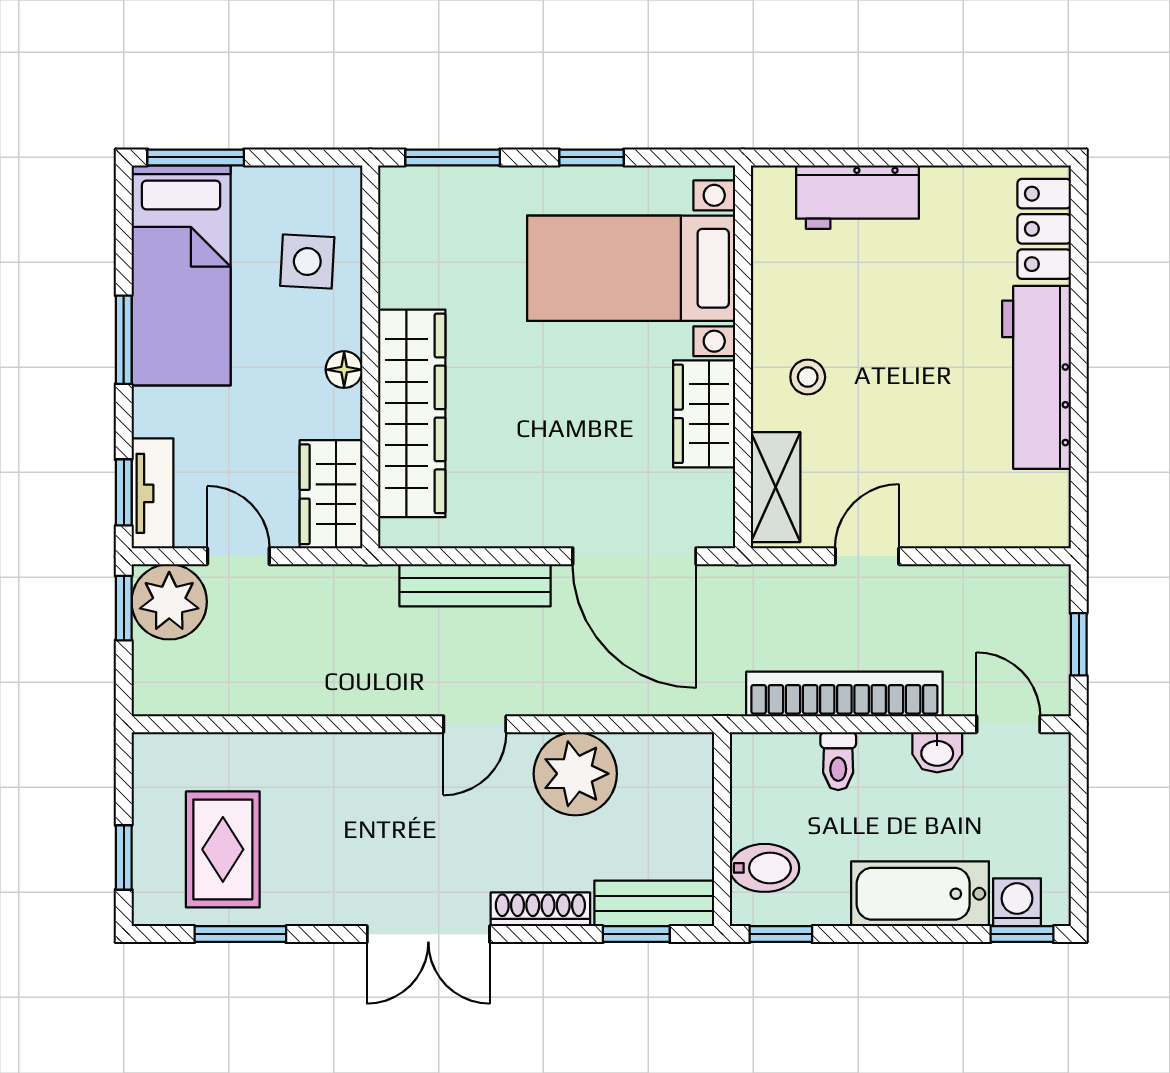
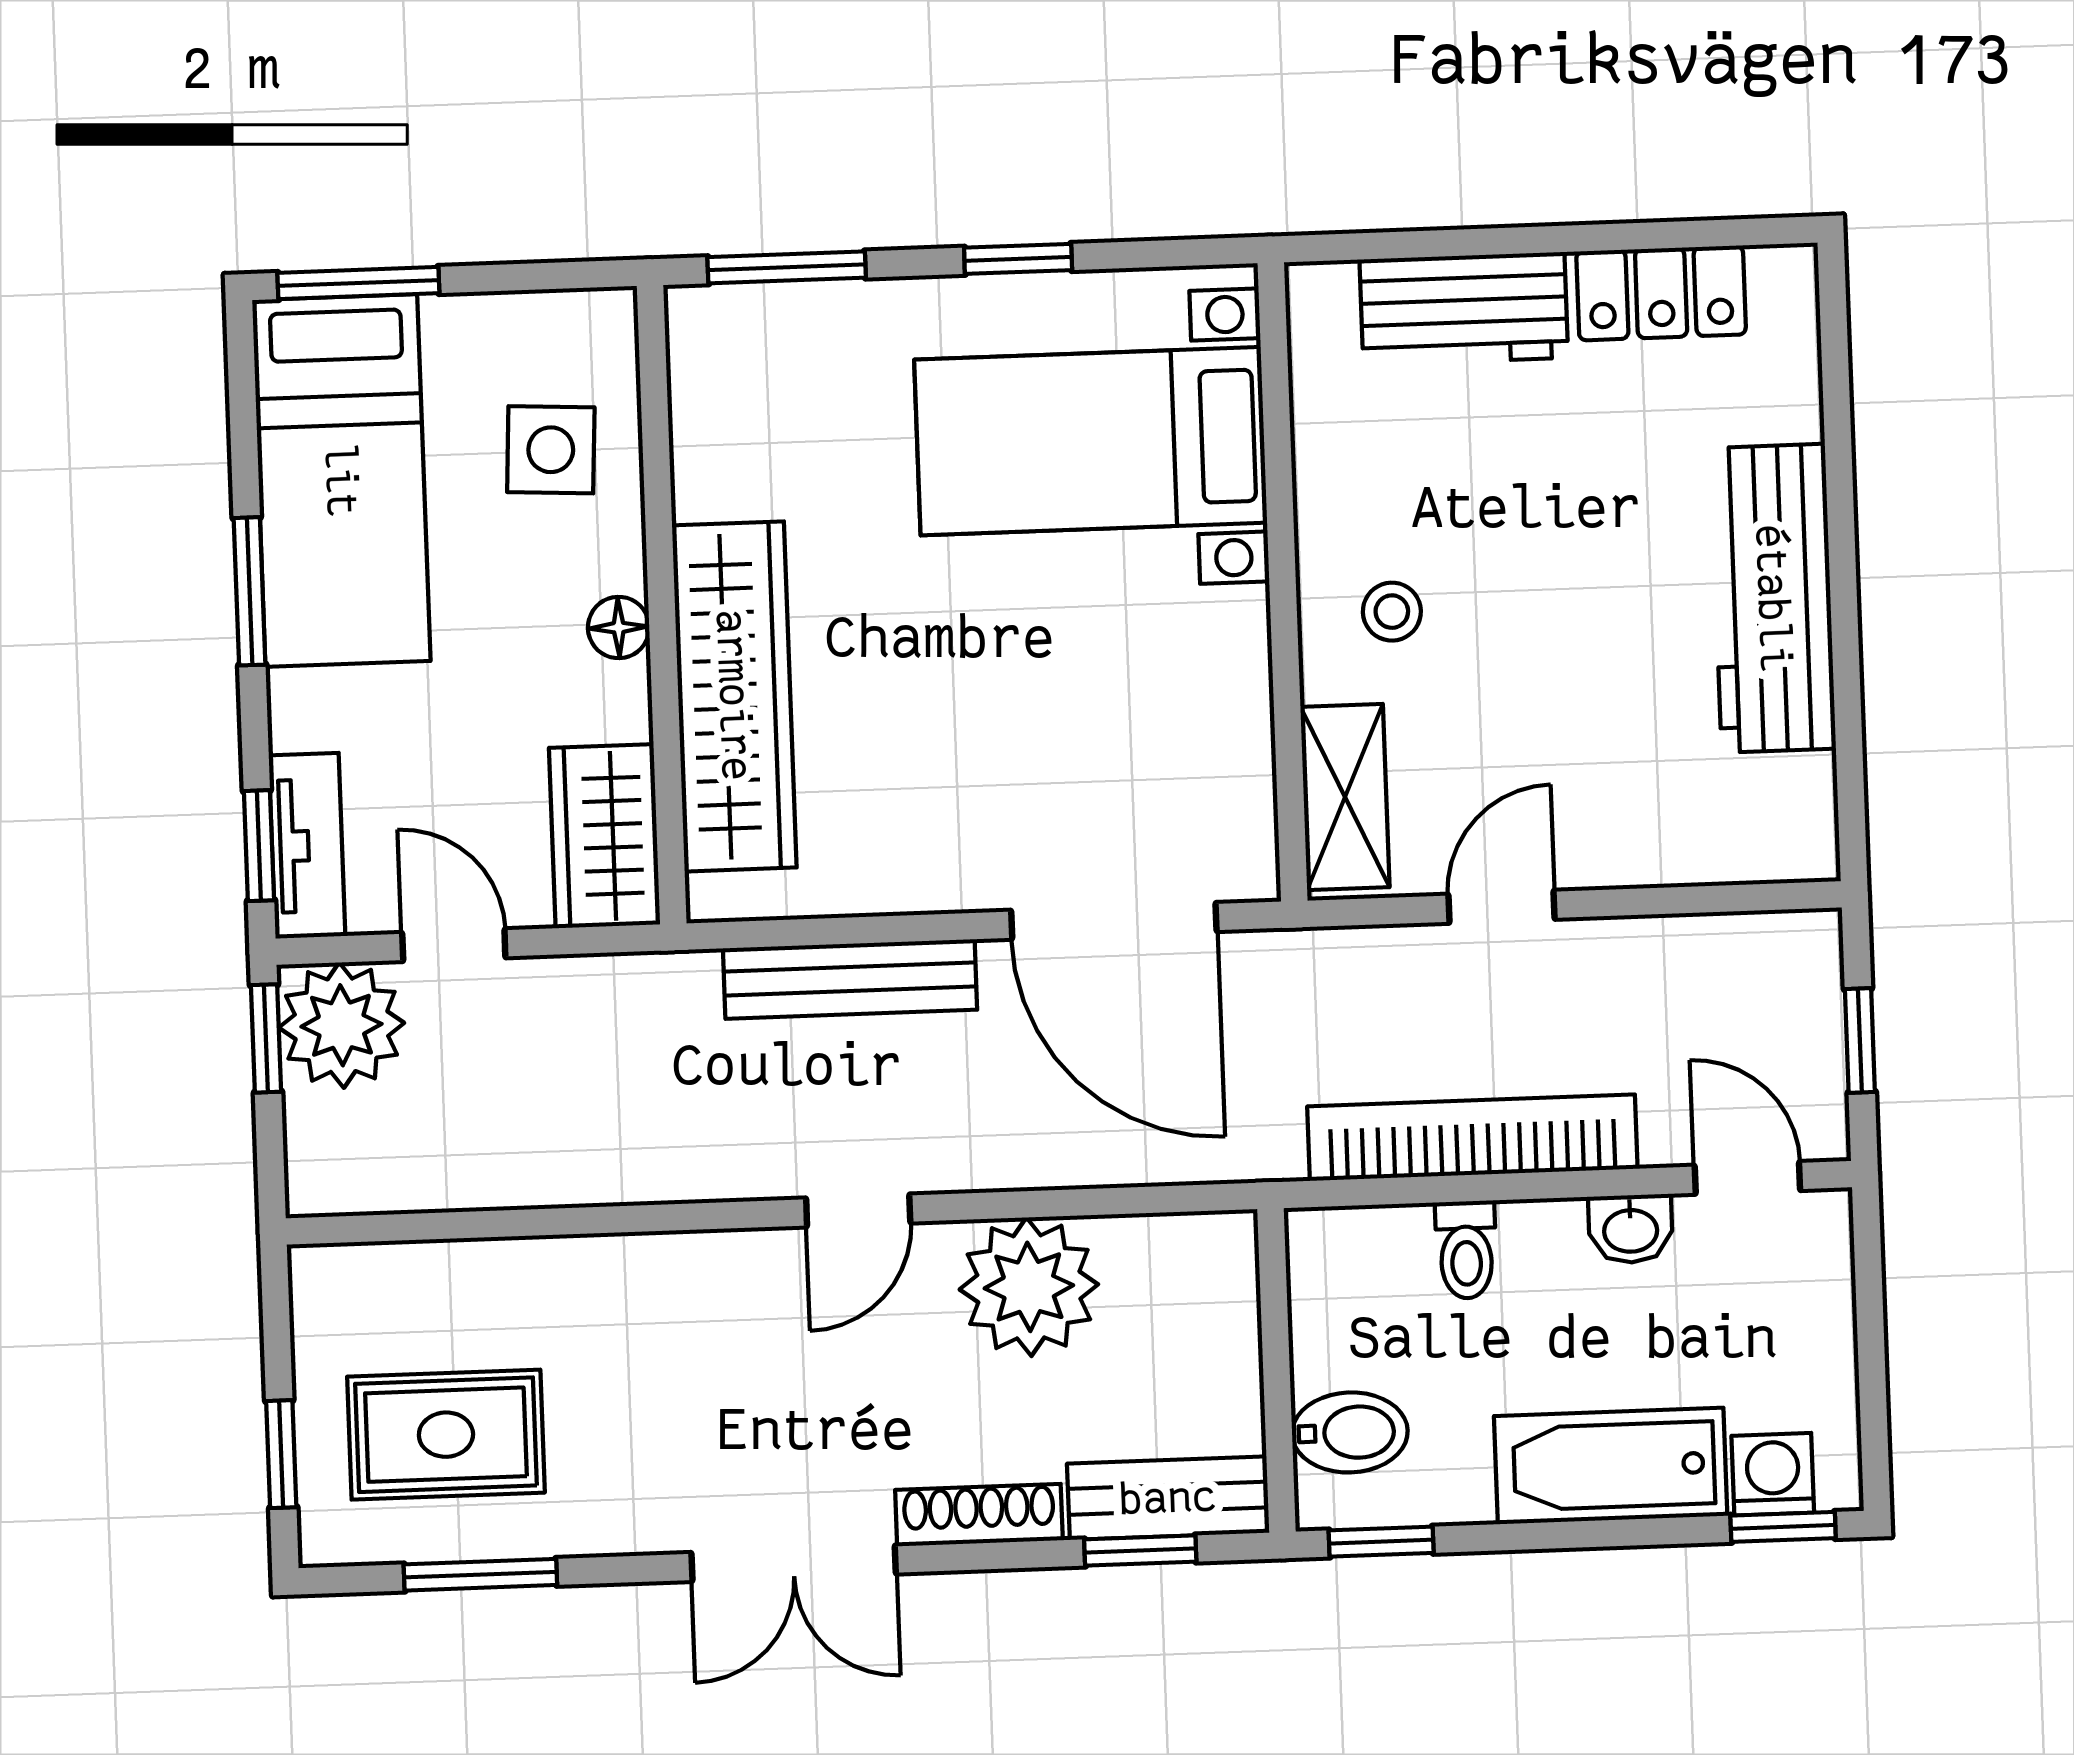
locker: (1044, 229) -> (1661, 293), moved, turned -90
wardrobe: (704, 414) -> (1221, 679), removed
rug: (223, 849) -> (446, 1435), turned 90

